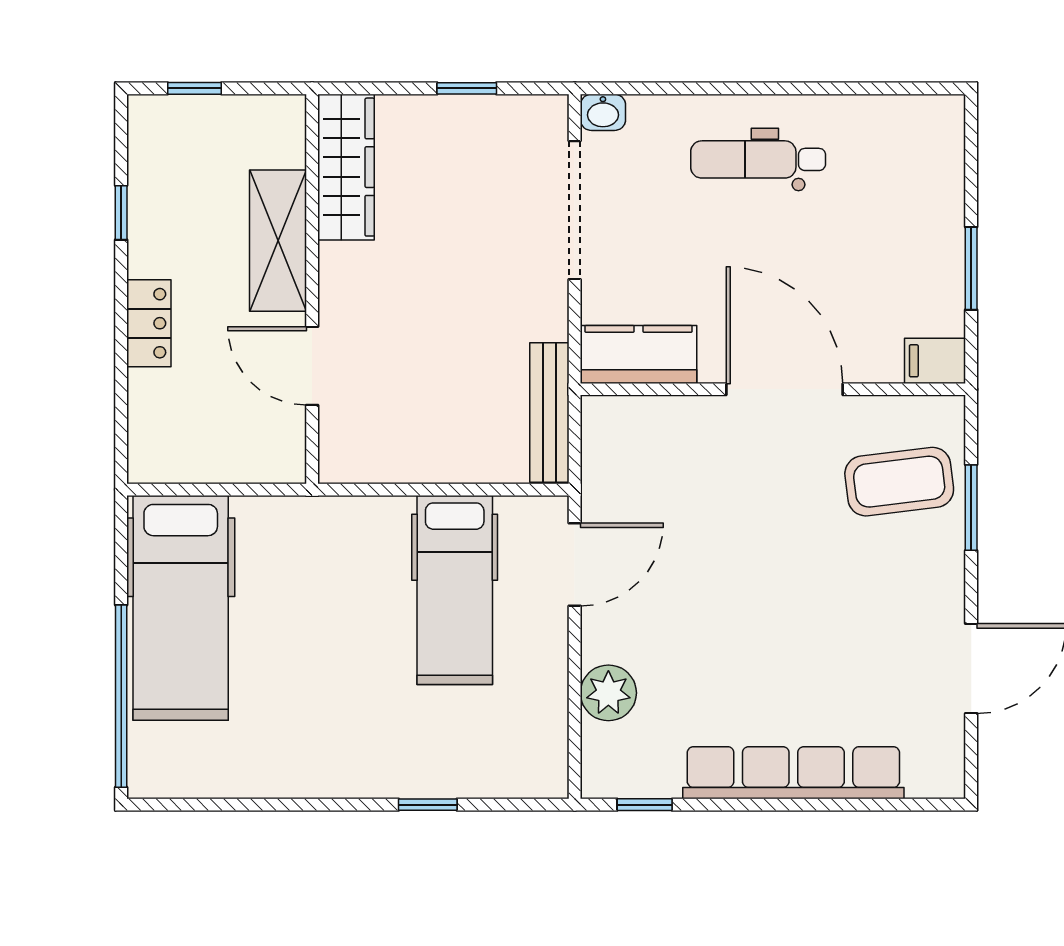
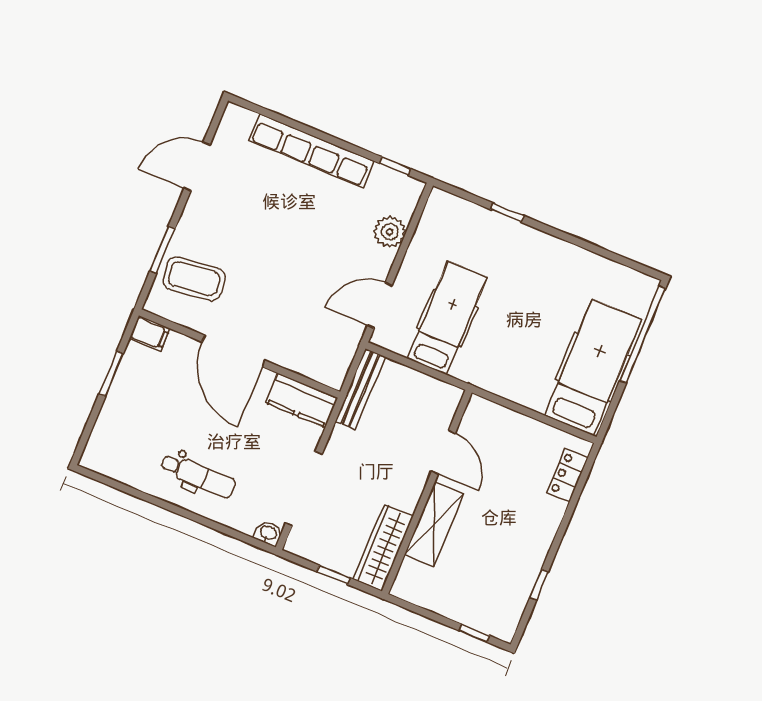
wardrobe: (346, 167) -> (383, 548), moved
shelving: (278, 241) -> (434, 524), moved
wall: (312, 289) -> (427, 492), moved
locker: (149, 323) -> (567, 475), moved
door: (312, 366) -> (443, 452), moved

